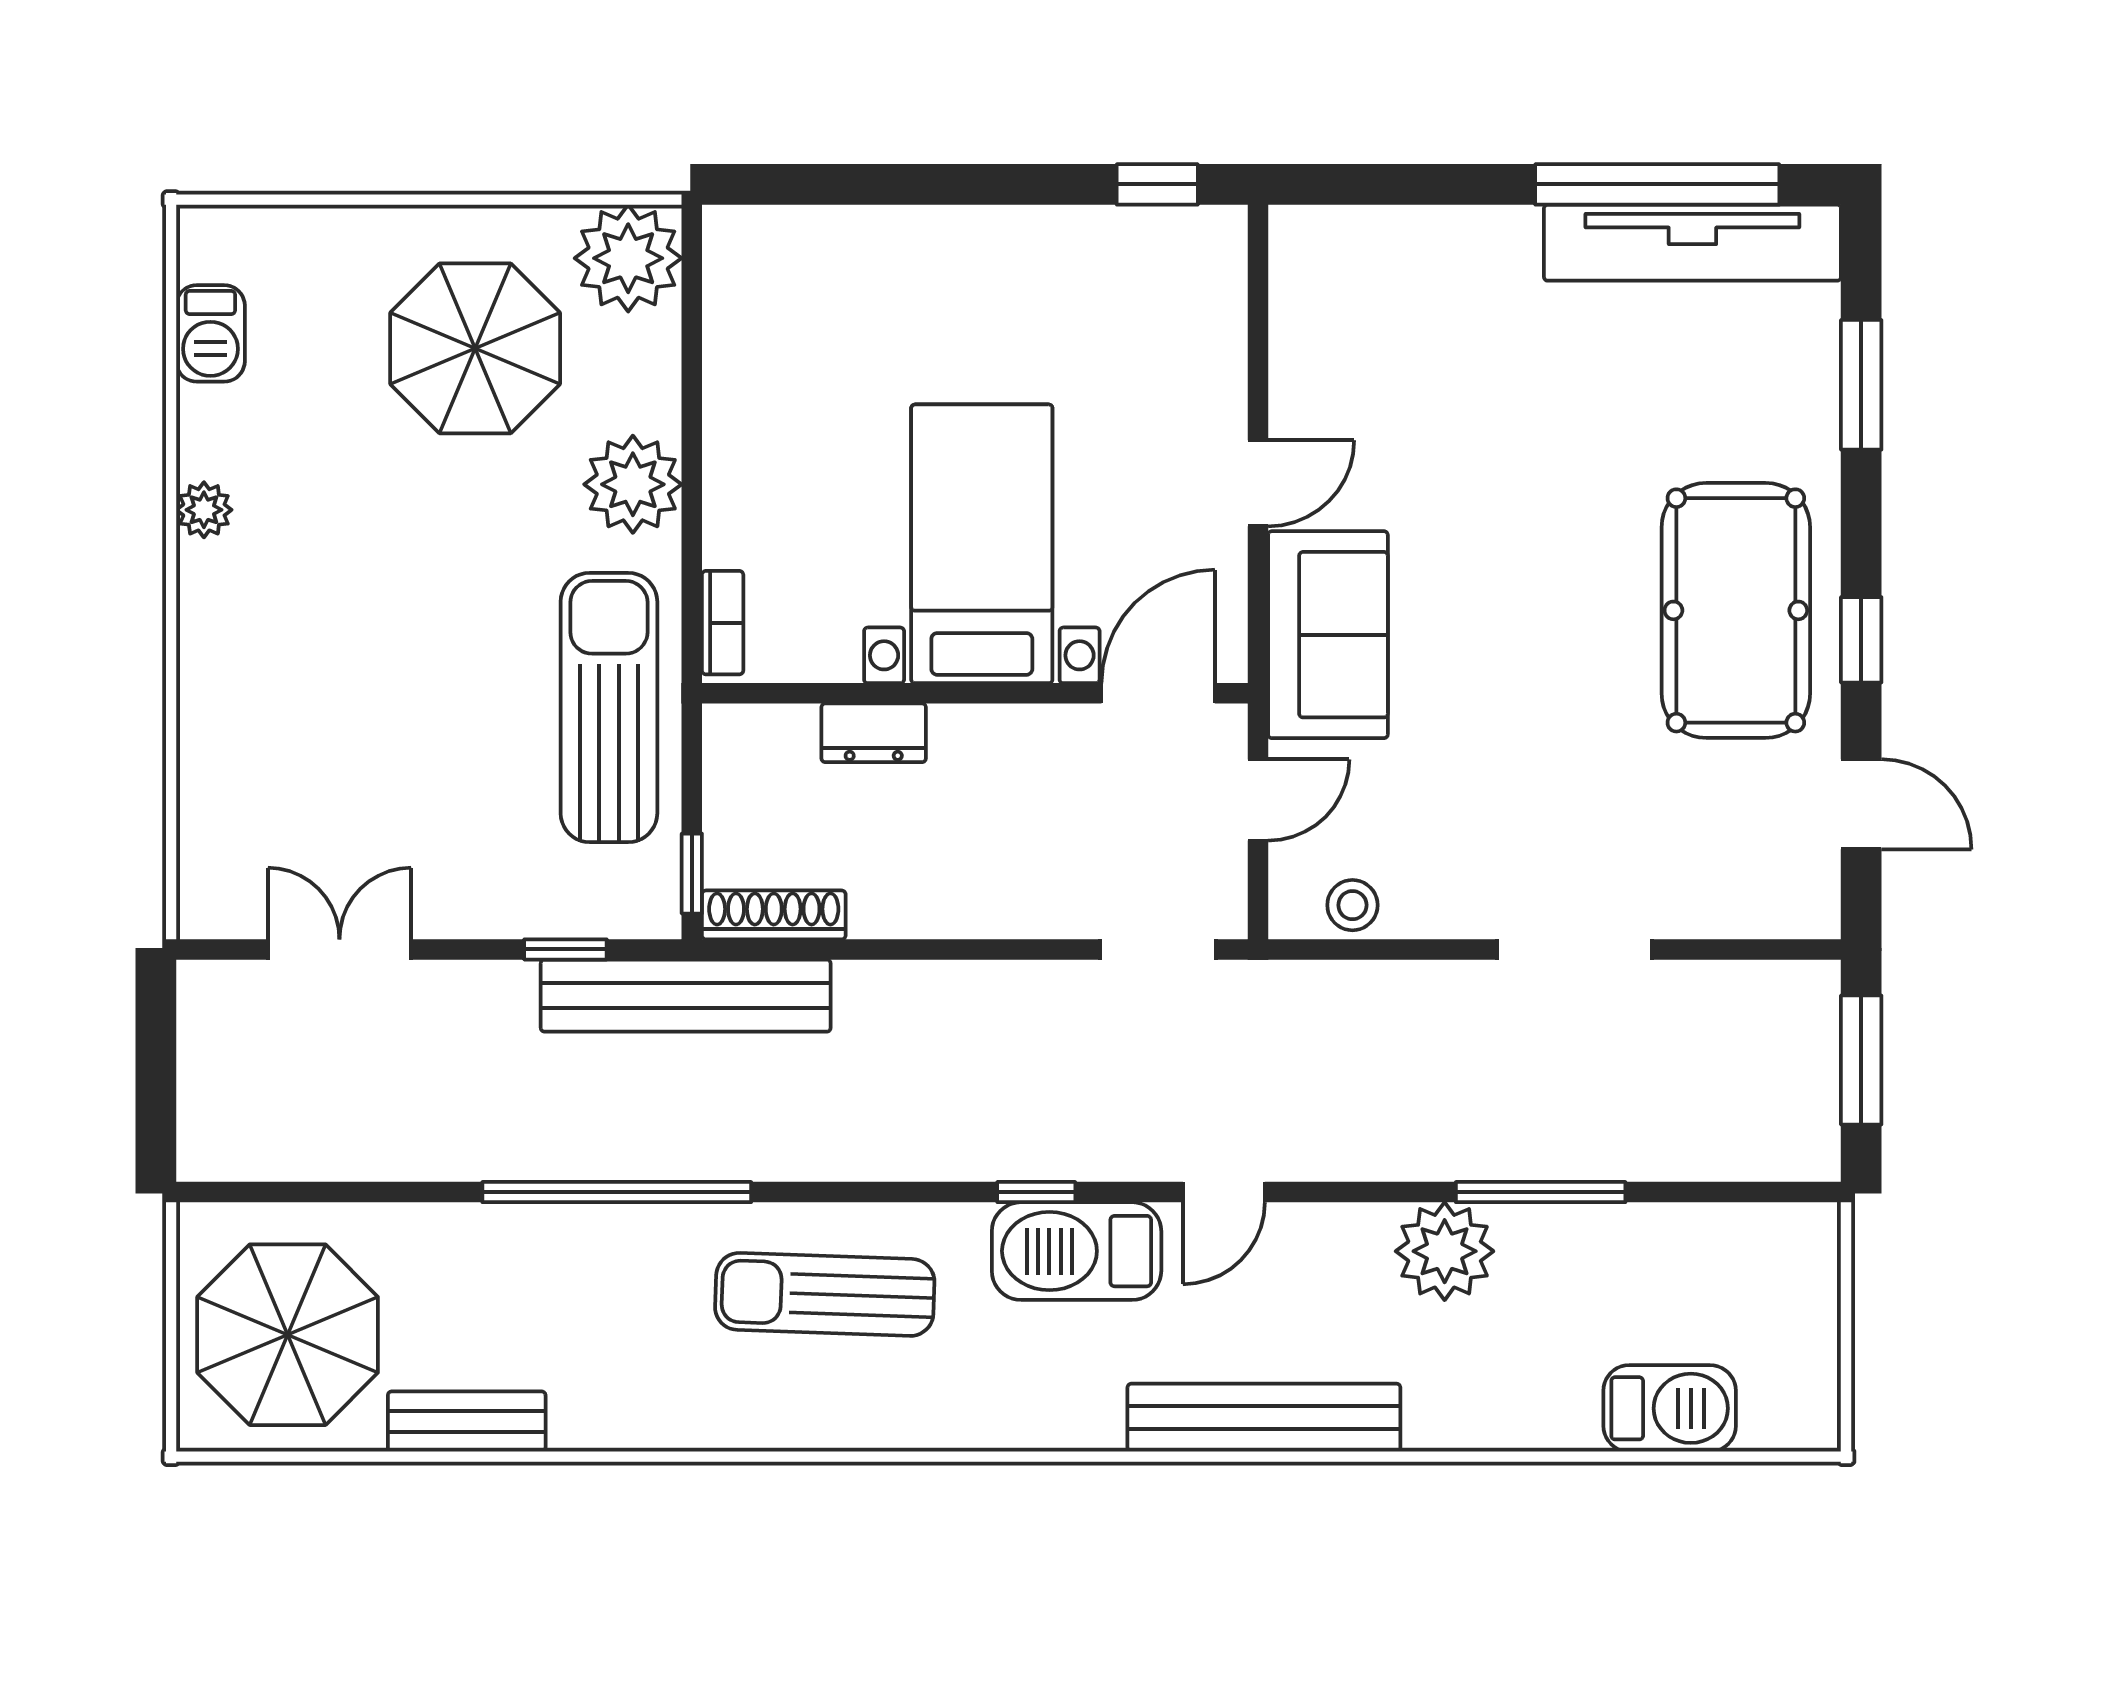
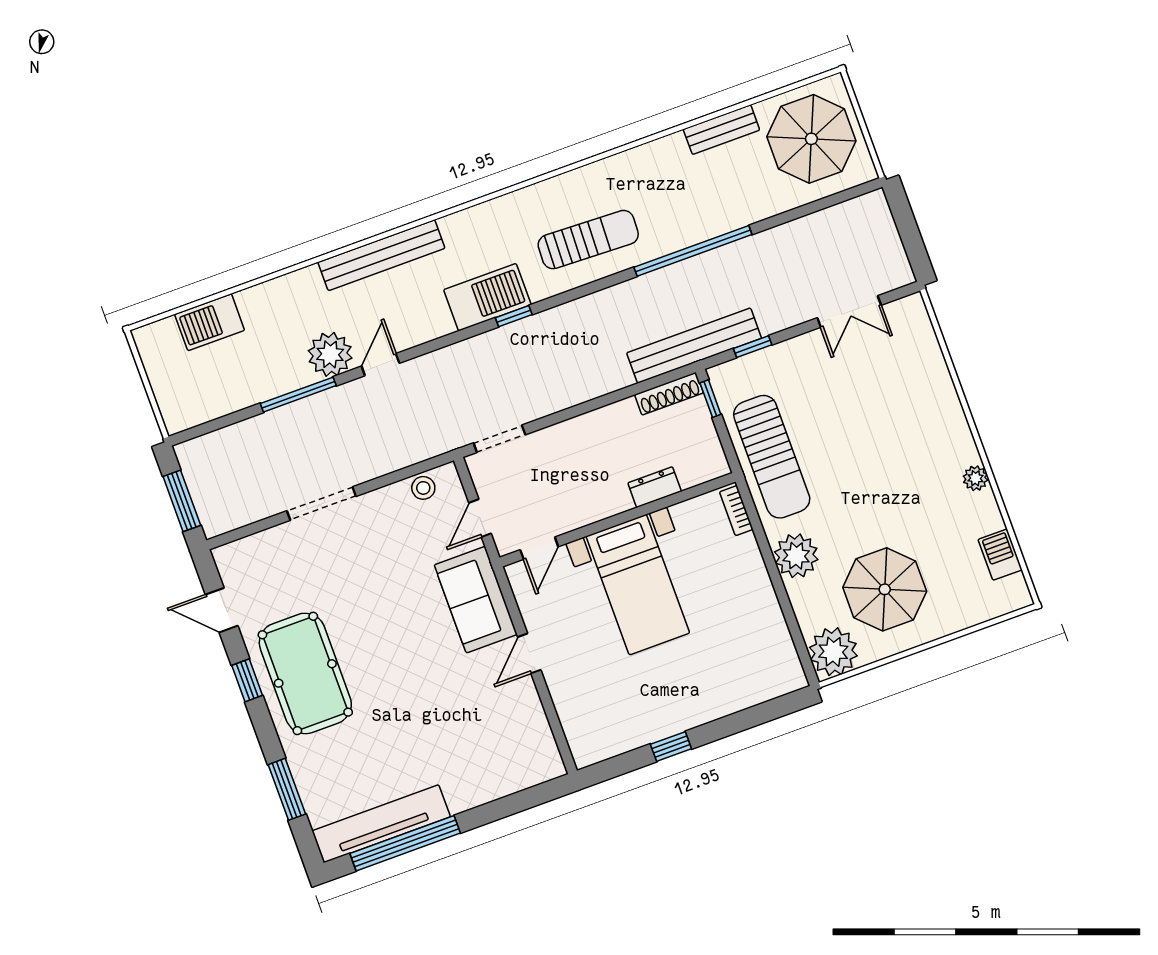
window: (1157, 184) -> (671, 746), moved
door: (1158, 693) -> (539, 548), width x0.73
door: (1224, 1192) -> (380, 365), moved

